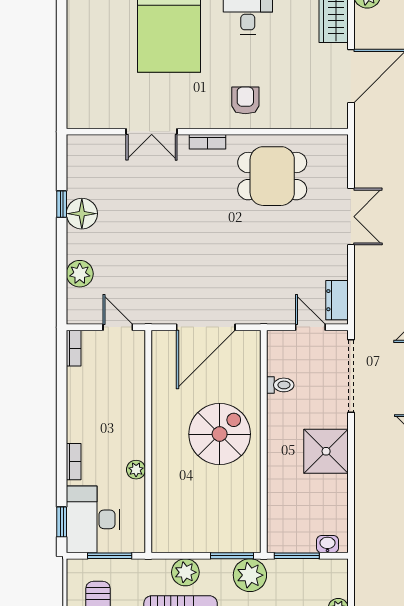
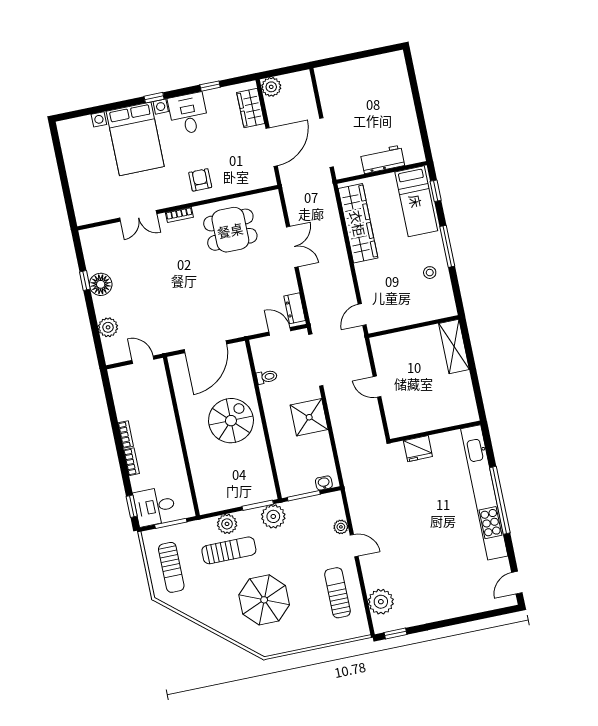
bookcase: (74, 348) -> (126, 435), moved
plant: (136, 470) -> (177, 458), removed
desk: (93, 519) -> (155, 506), width x0.73

